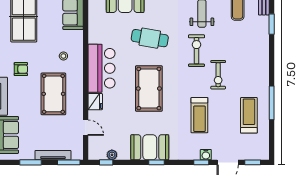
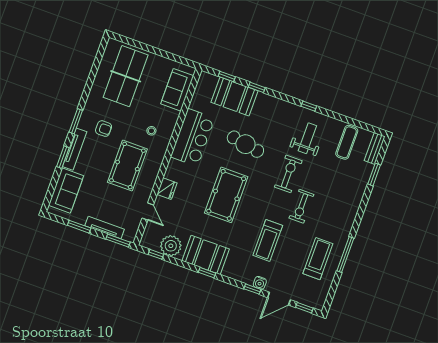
bar counter: (101, 68) -> (193, 137), moved
plant: (112, 155) -> (171, 246), width x1.87, depth x1.87

